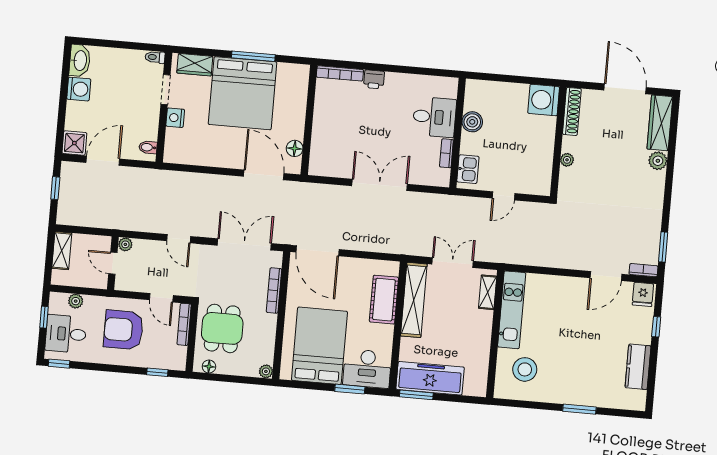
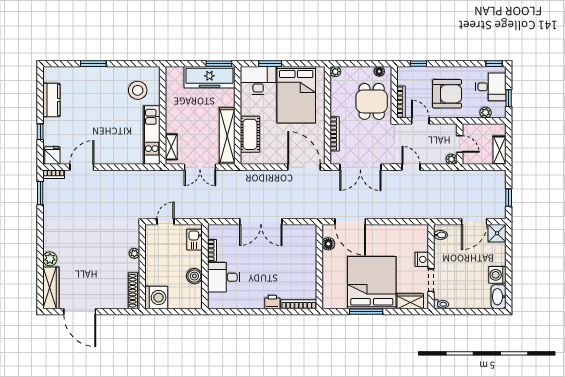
washing machine: (544, 100) -> (156, 298), moved
shoe rack: (572, 111) -> (134, 291), moved
wall: (558, 142) -> (142, 267), moved
plant: (567, 160) -> (134, 253), moved

